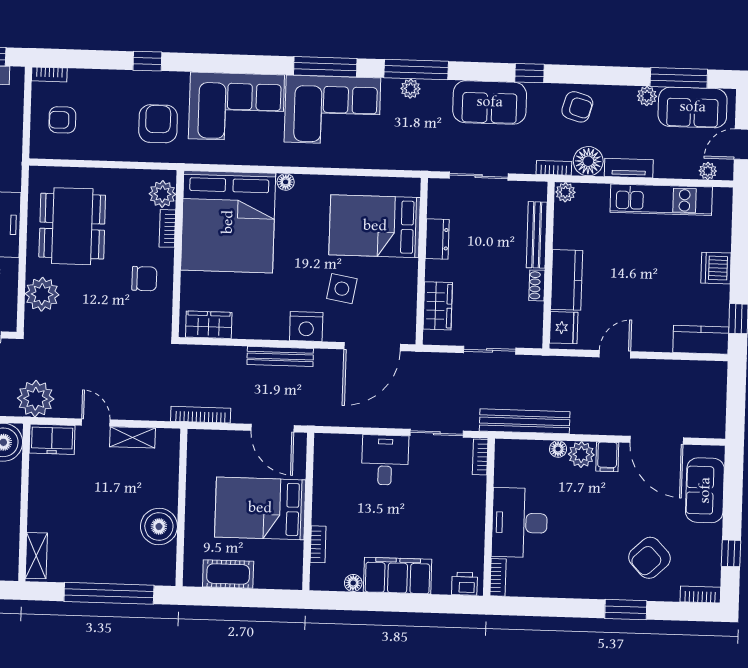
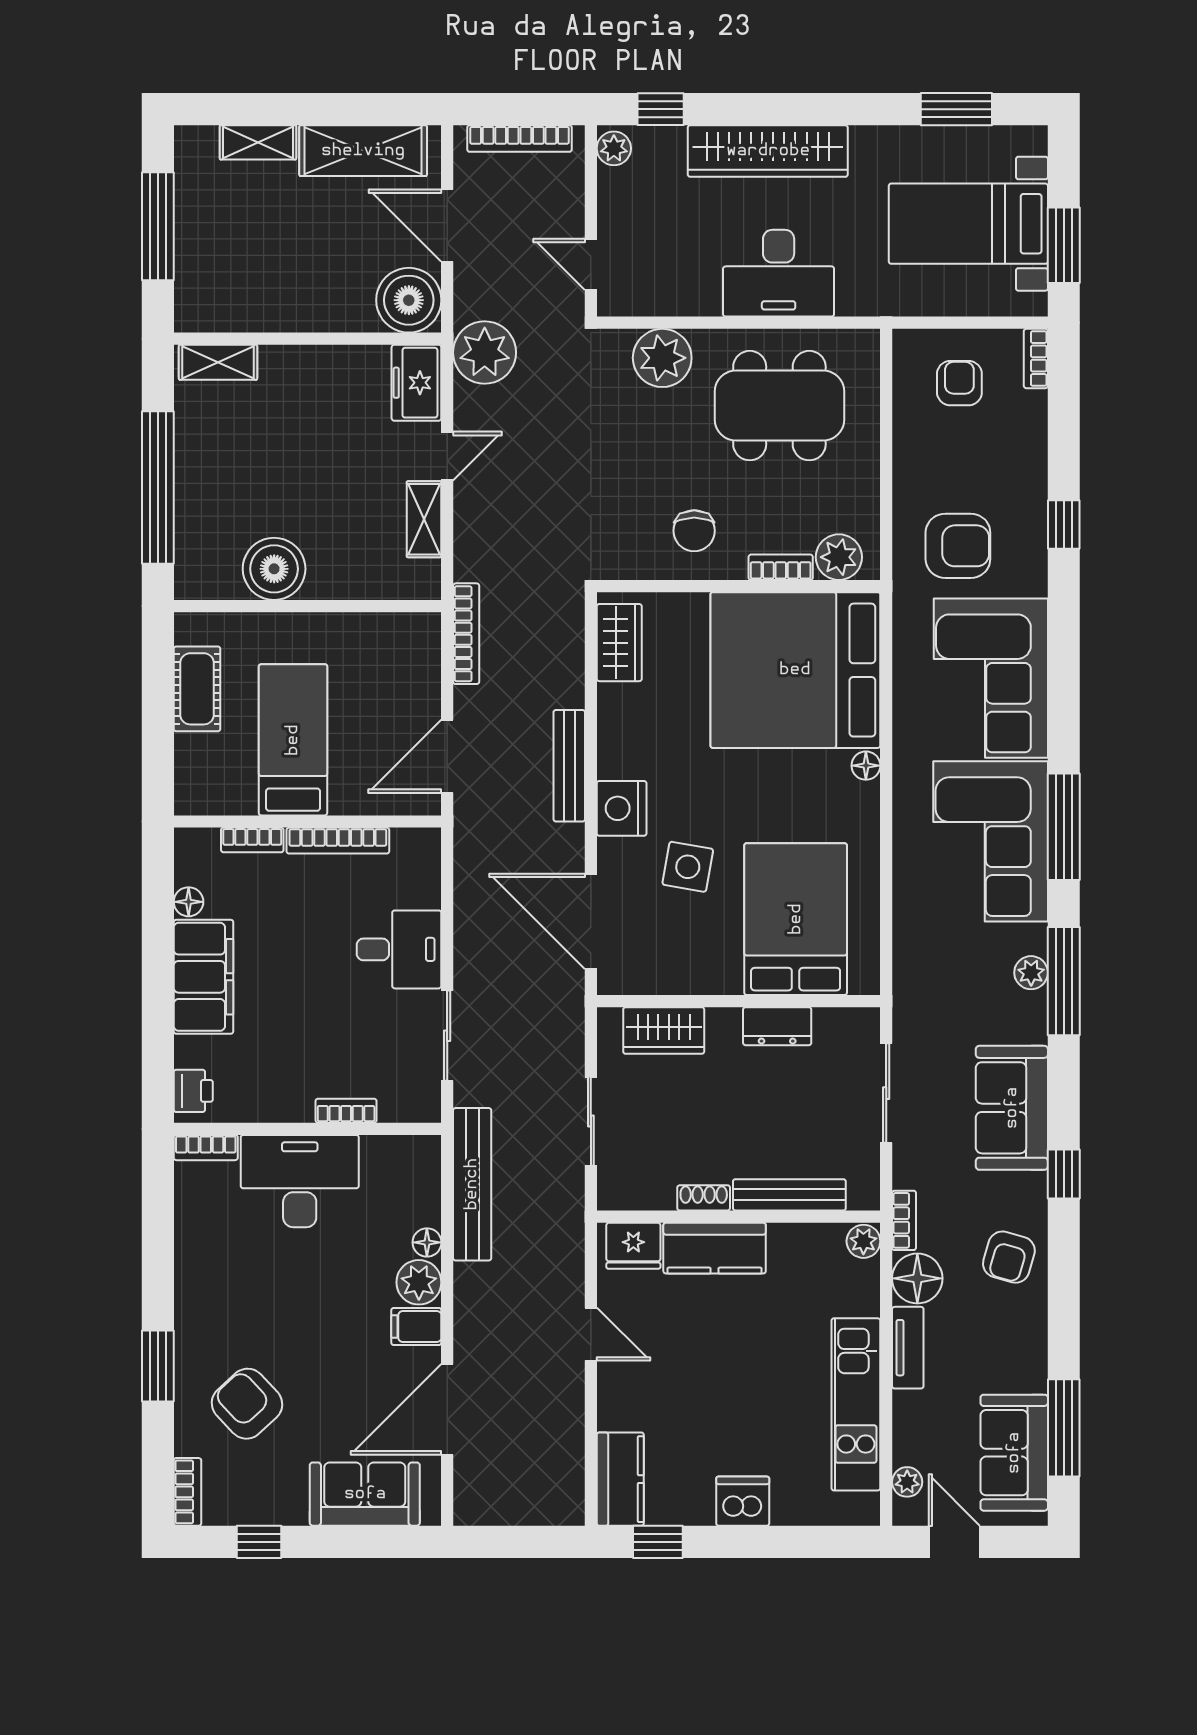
plant: (647, 96) -> (1031, 1375), removed
bookcase: (480, 457) -> (346, 1111), moved
bookcase: (320, 494) -> (338, 841), added
bed: (260, 508) -> (293, 740), width x0.67

